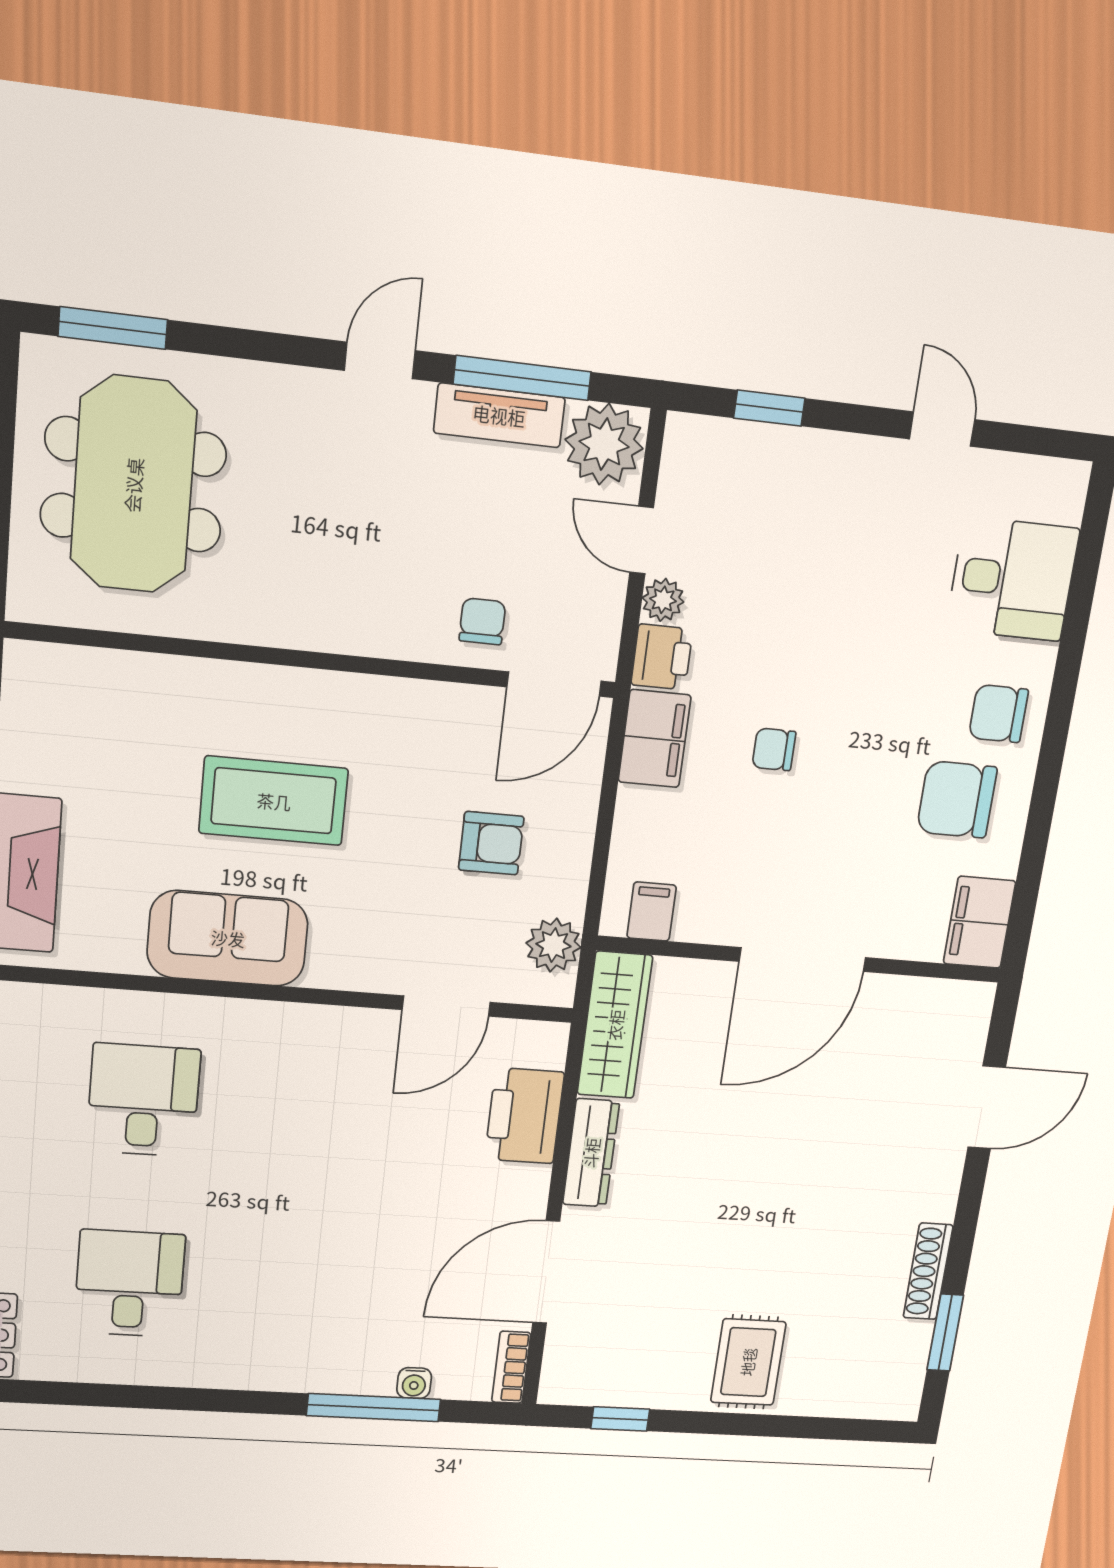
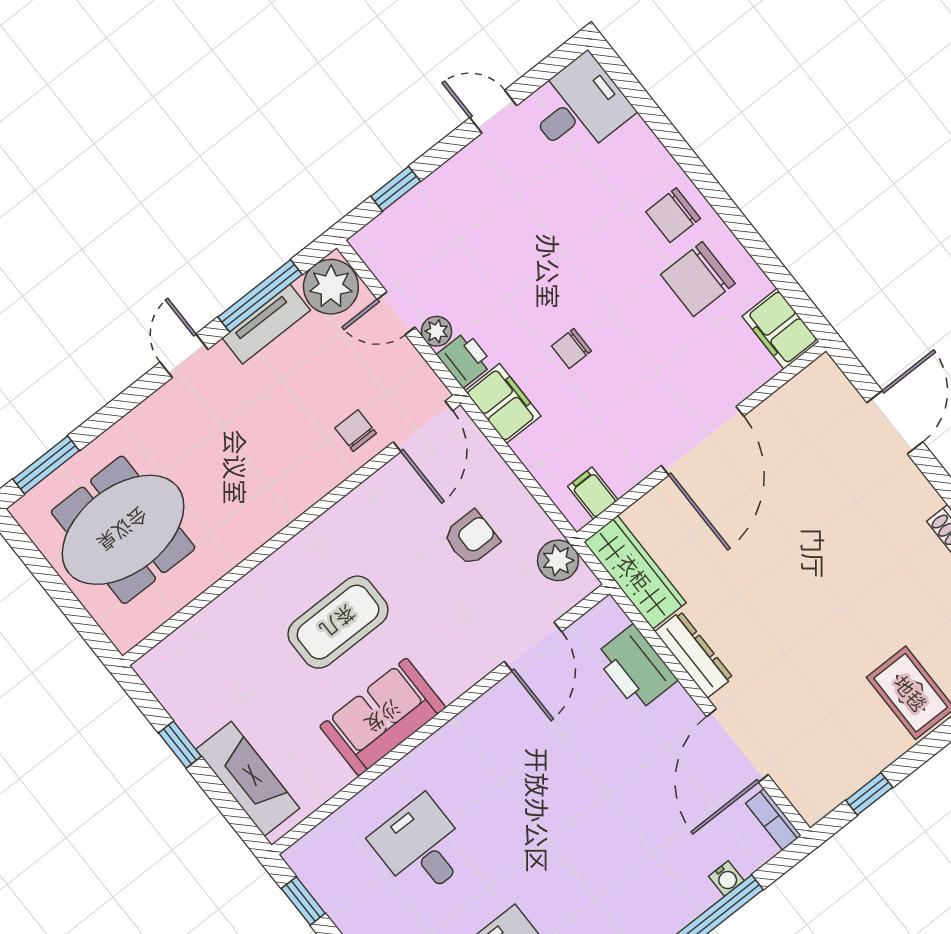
meeting table: (133, 485) -> (123, 530), turned 90
desk: (1013, 579) -> (579, 107), moved

